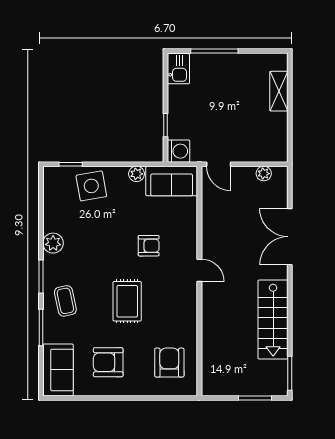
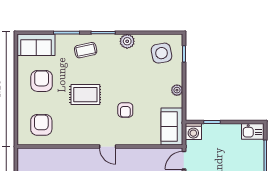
plant: (137, 174) -> (177, 90), moved
side table: (91, 186) -> (162, 53), moved
door: (199, 270) -> (108, 146), hinge flipped
armchair: (169, 363) -> (41, 125), turned -90

